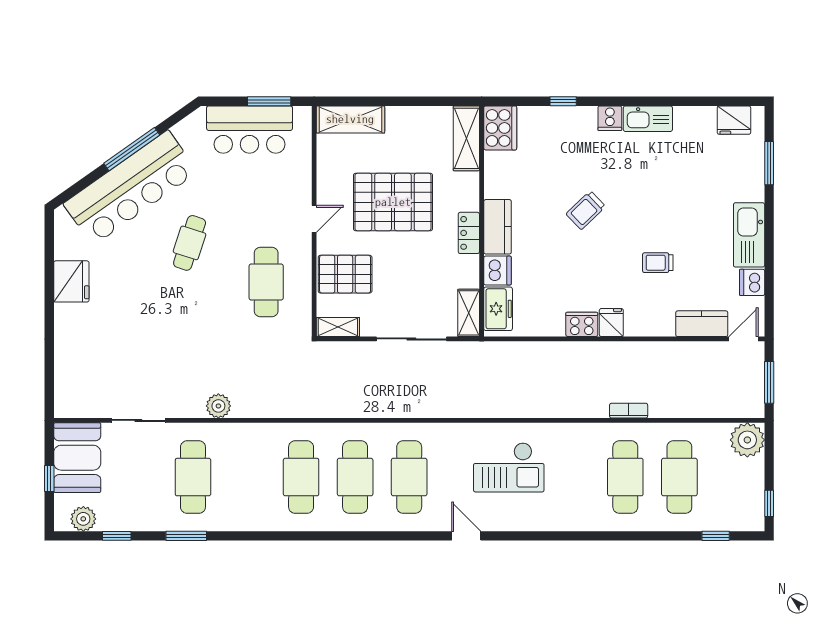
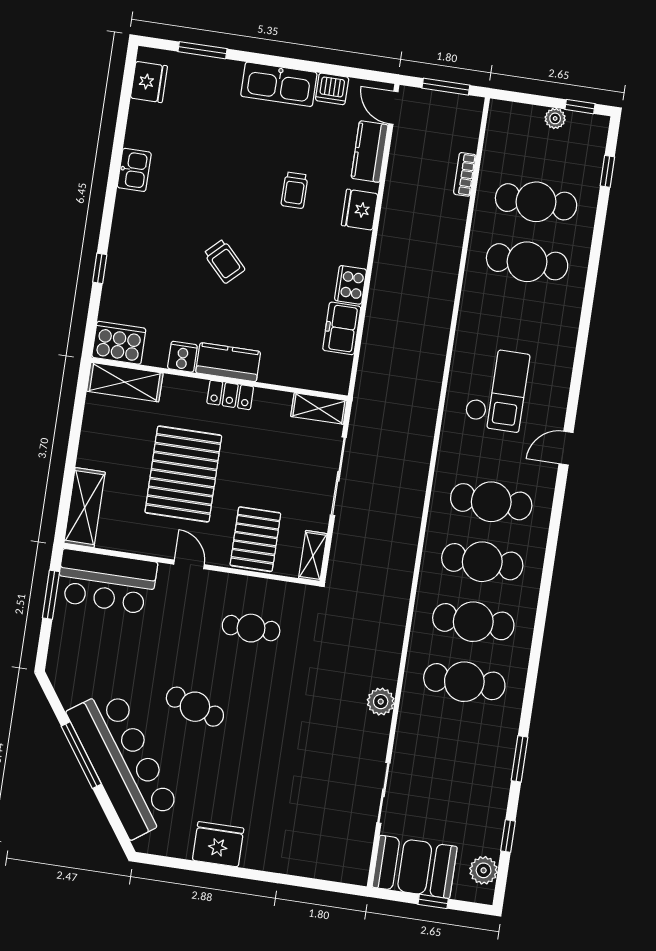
cooker: (610, 118) -> (182, 357), moved, turned -90
kitchen sink: (648, 119) -> (134, 170), width x0.73
bar counter: (250, 130) -> (107, 582), moved, turned 90
dishwasher: (497, 271) -> (277, 369), removed
cafe table: (266, 282) -> (251, 628), width x0.73, depth x0.74
freezer: (498, 309) -> (342, 328), moved, turned -90
fridge: (611, 323) -> (360, 210), moved, width x1.38
bookcase: (629, 411) -> (465, 174), moved
plant: (747, 440) -> (555, 118), moved, width x0.53, depth x0.53
cafe table: (193, 477) -> (464, 682), moved

